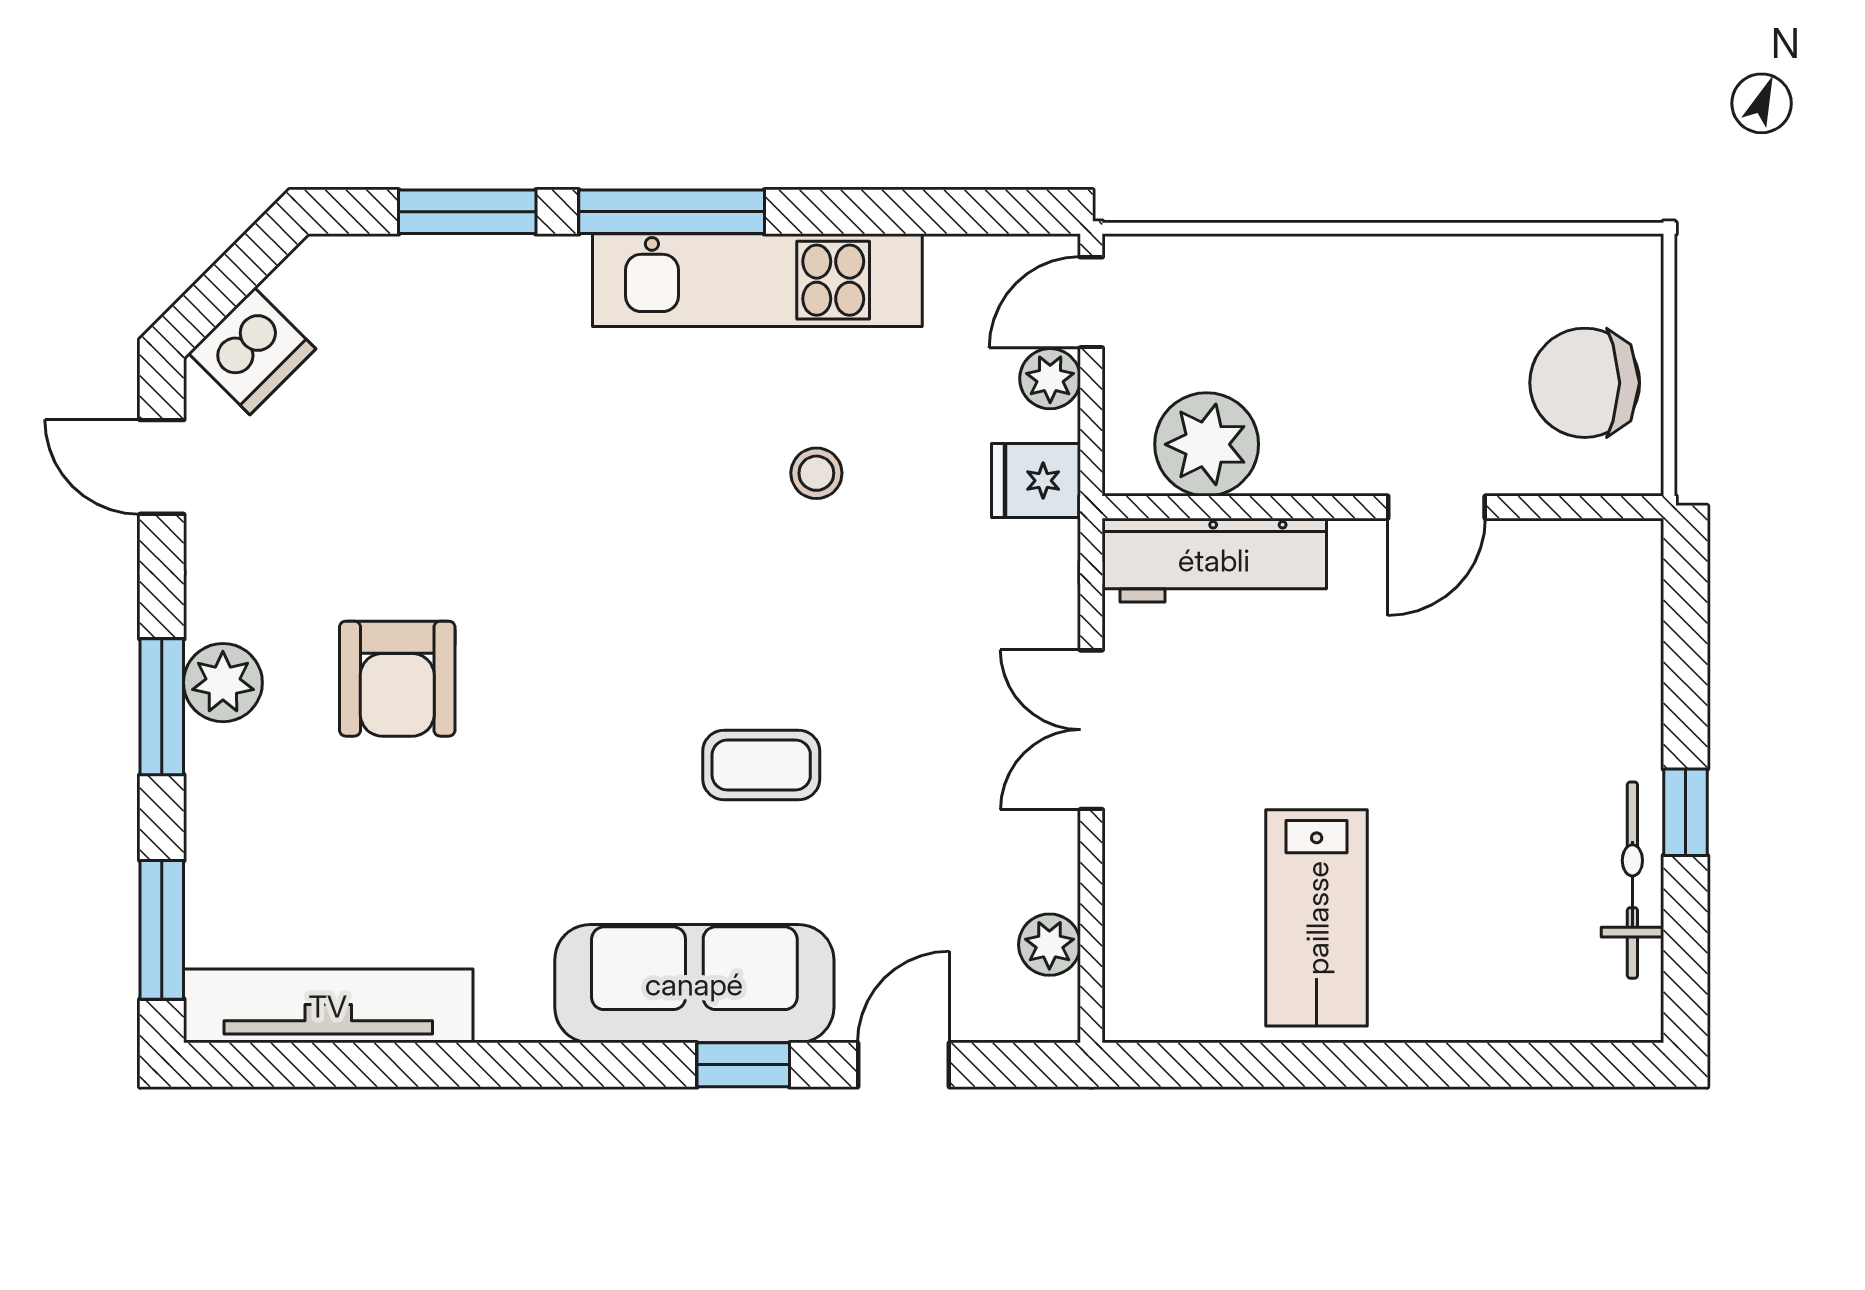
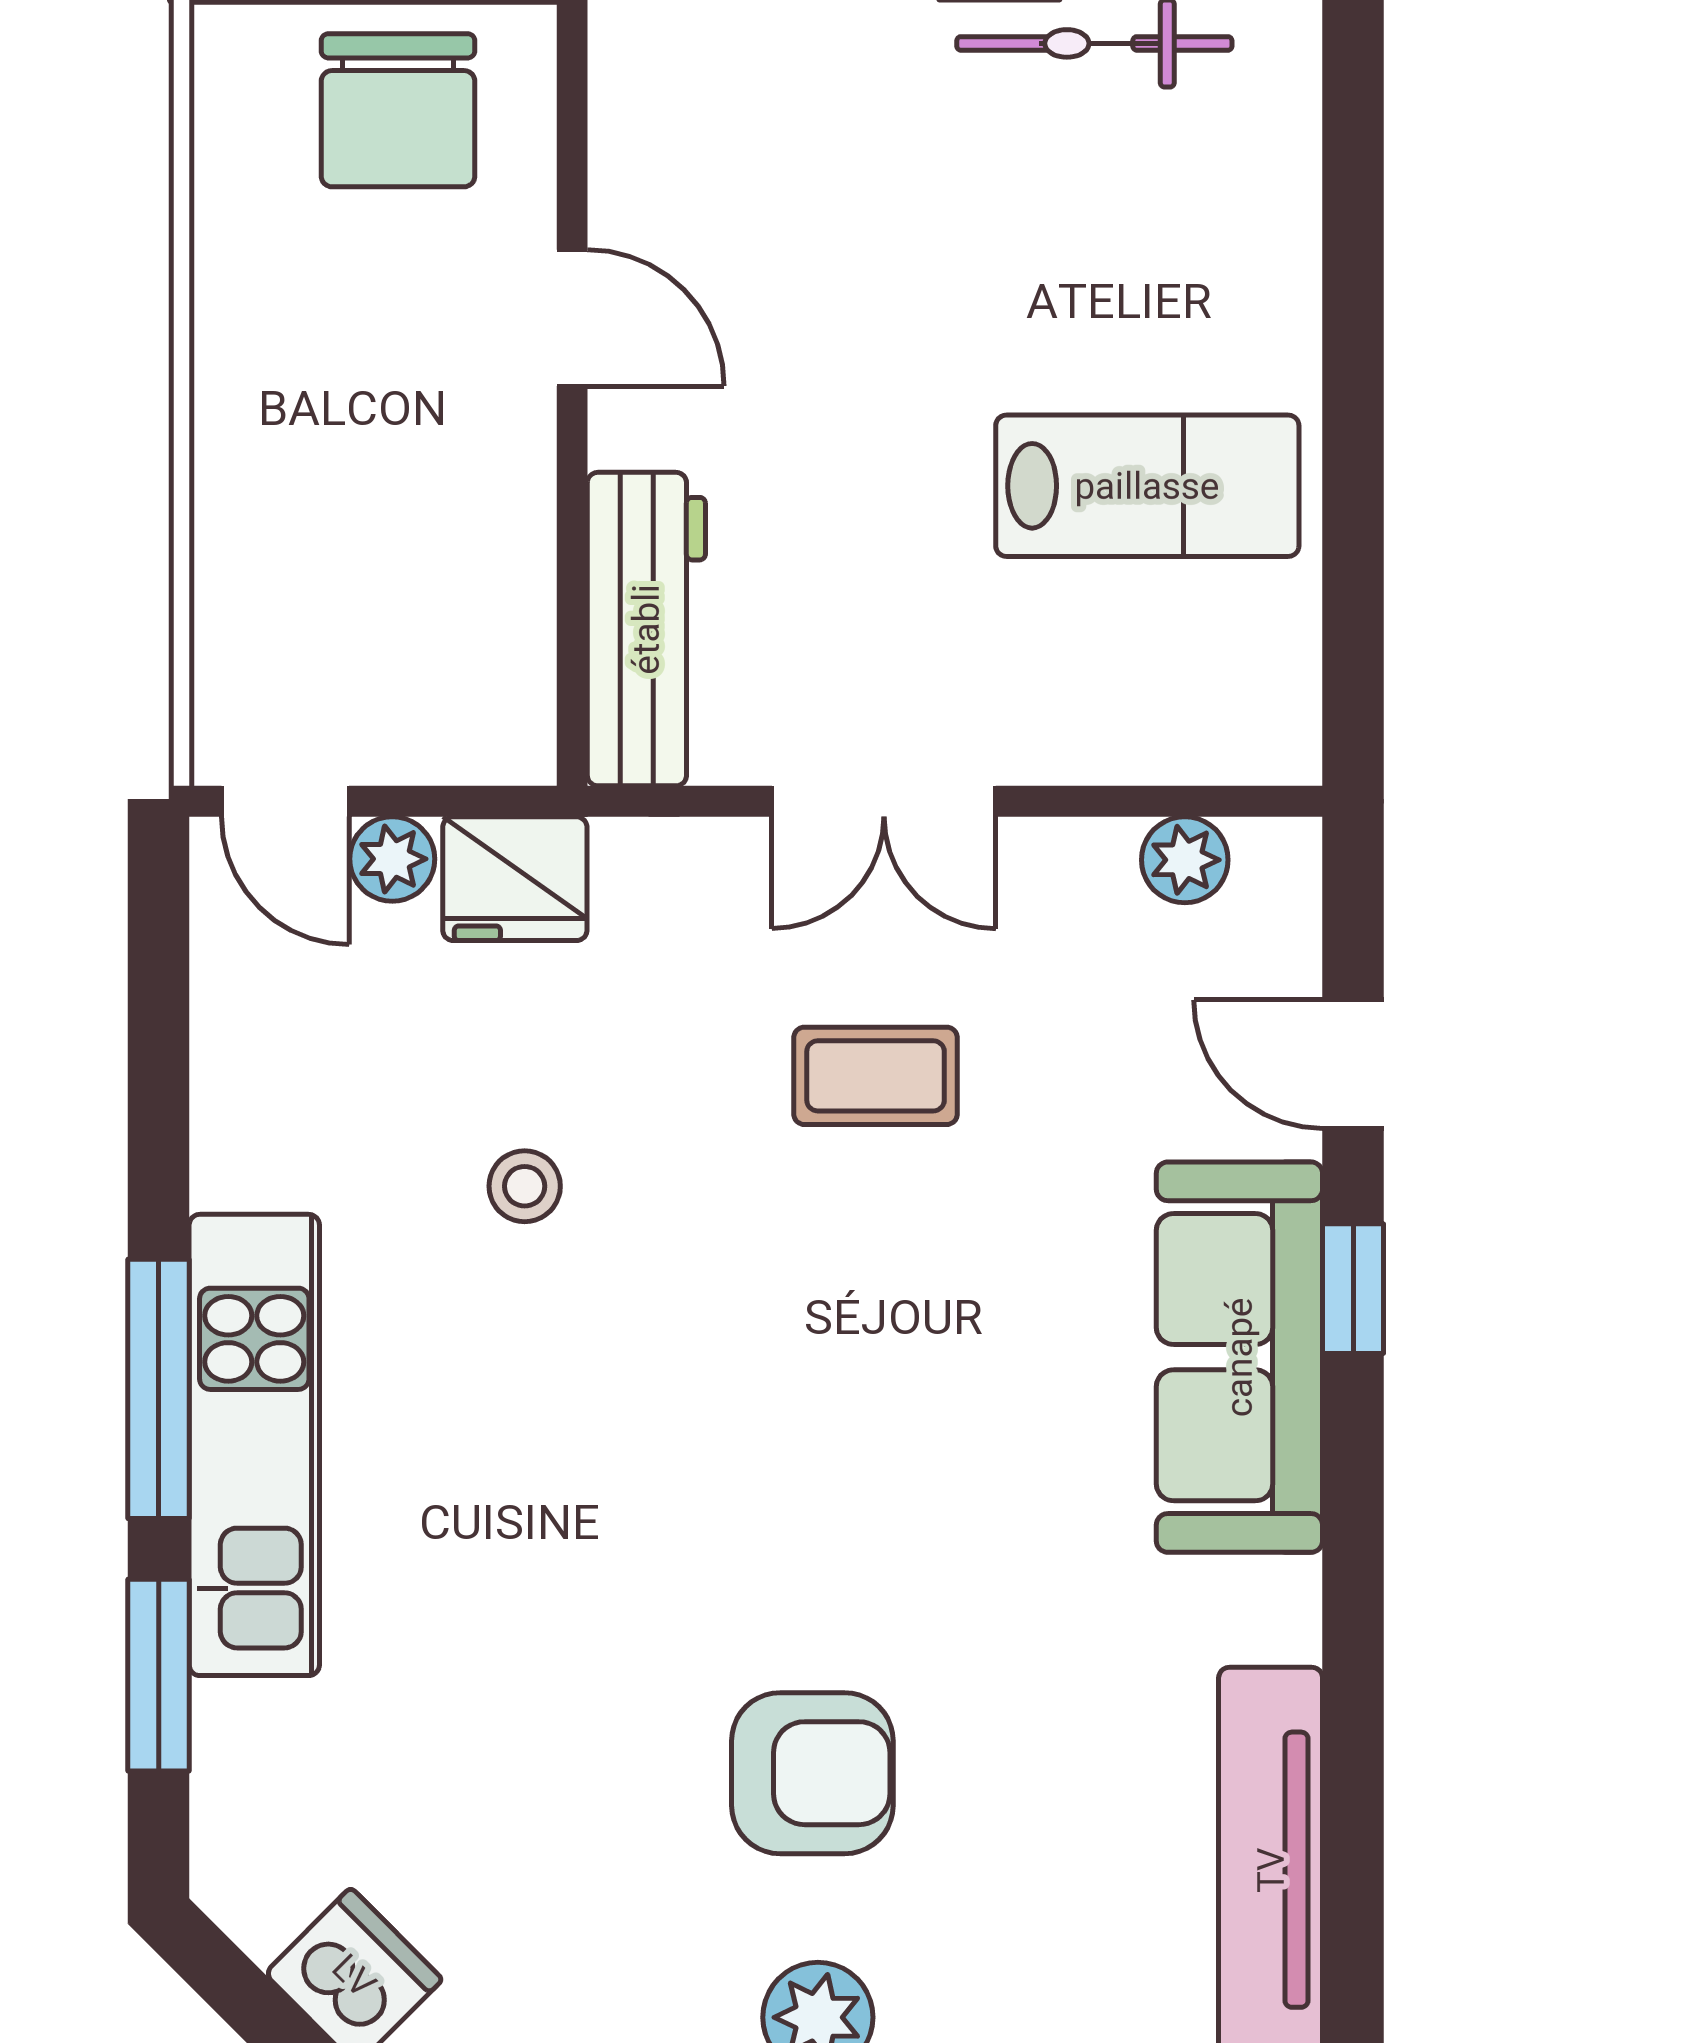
kitchen unit: (757, 280) -> (254, 1445), moved
plant: (1207, 444) -> (484, 640), removed
fridge: (1036, 481) -> (515, 879), width x1.38
coffee table: (761, 765) -> (876, 1076), moved, turned 90

